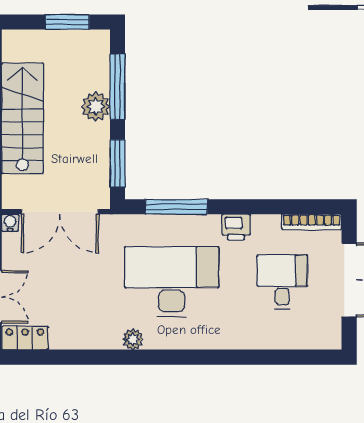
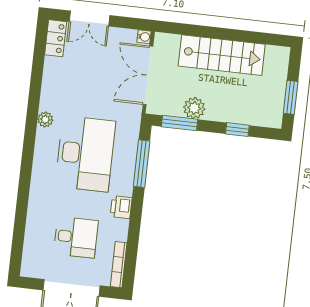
window: (117, 87) -> (237, 130), width x0.46
plant: (96, 107) -> (194, 108), moved

